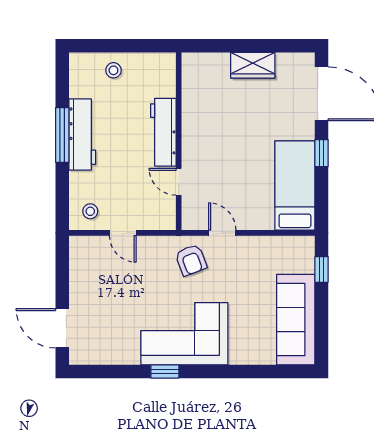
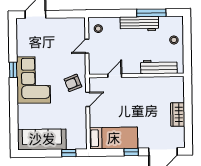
workbench: (163, 132) -> (159, 67), moved
window: (62, 135) -> (151, 13), moved

